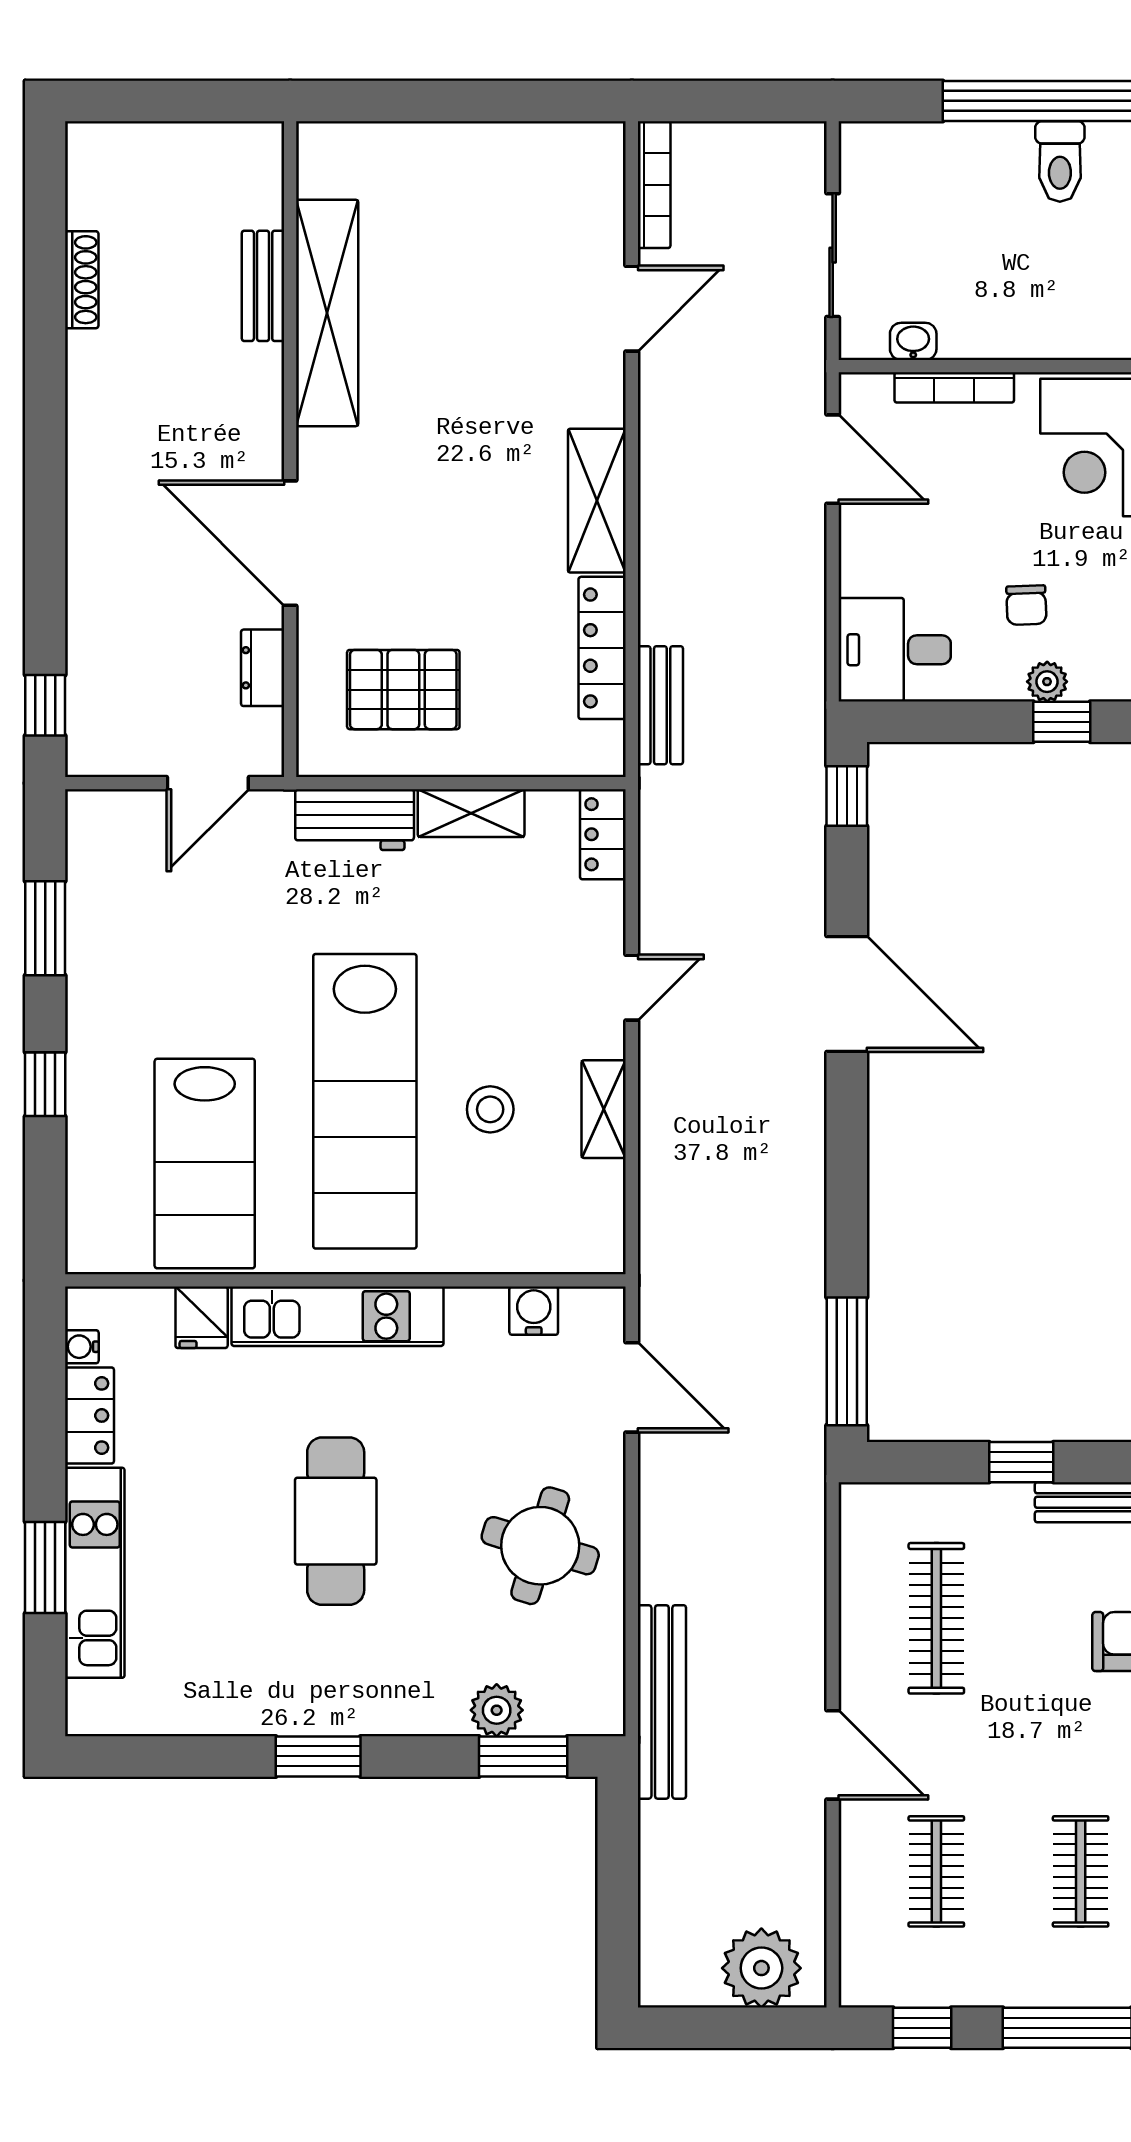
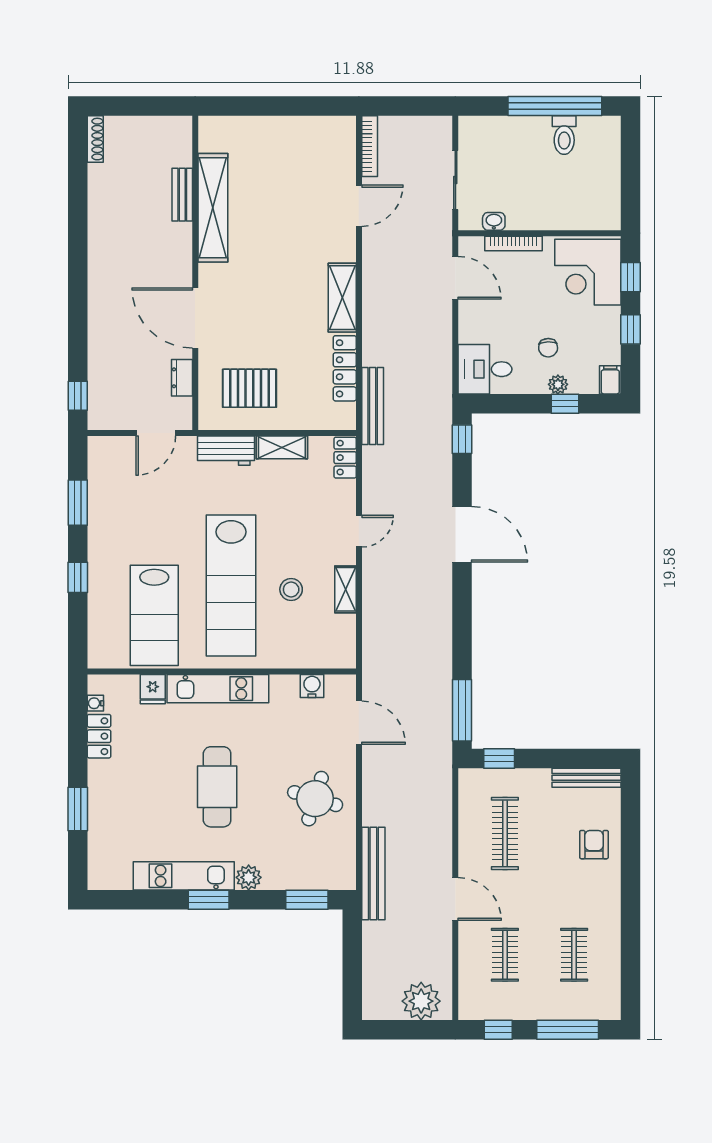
shoe rack: (82, 280) -> (95, 139), moved
bench: (660, 705) -> (373, 406), width x1.36
window: (1021, 1462) -> (499, 759), moved
kitchen unit: (95, 1573) -> (184, 876), moved, turned -90
plant: (497, 1710) -> (249, 877), moved

